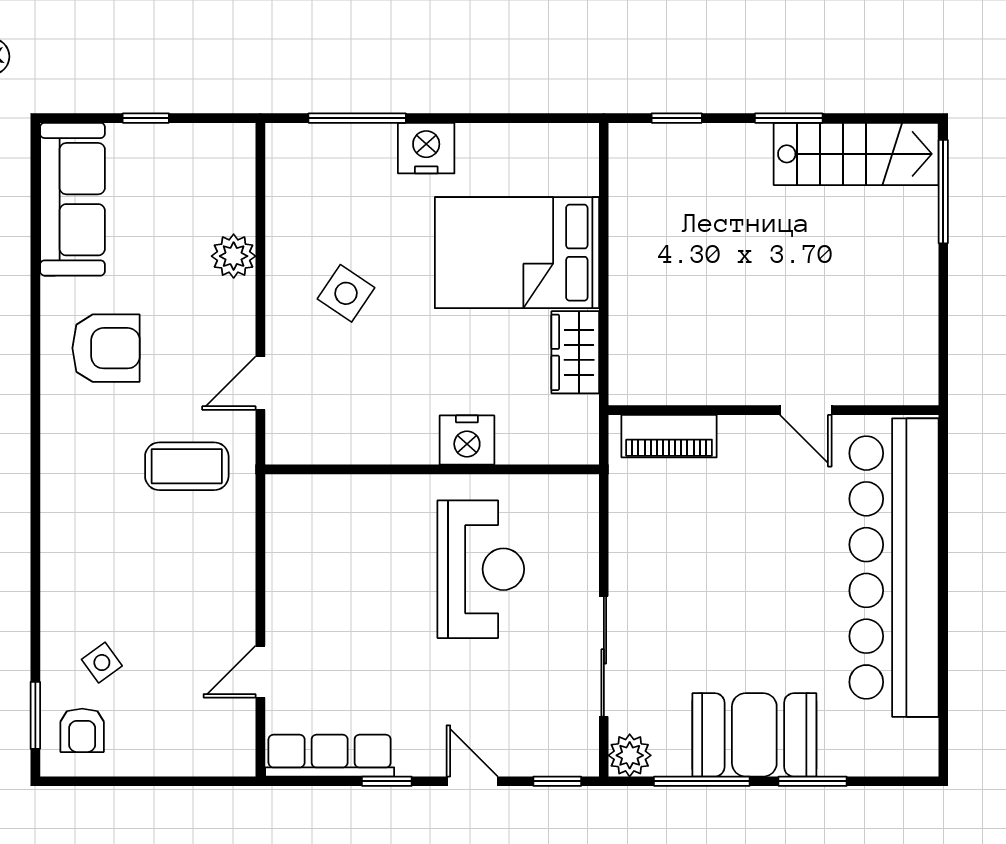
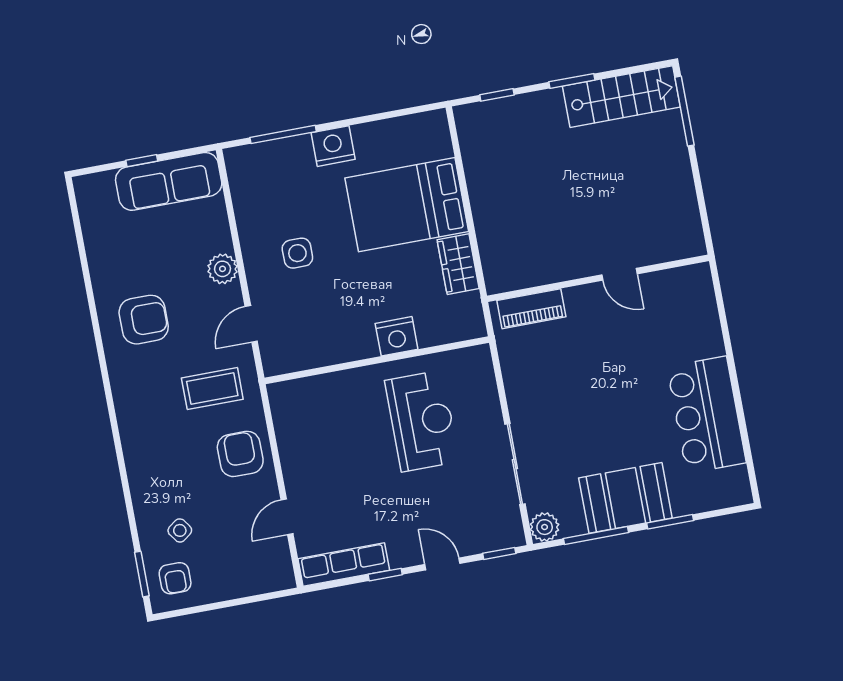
sofa: (72, 199) -> (169, 181), moved, turned 90
plant: (234, 256) -> (222, 269), moved
side table: (346, 293) -> (297, 253), turned -34
armchair: (210, 568) -> (240, 454), added
bar counter: (894, 568) -> (707, 415), width x0.54

